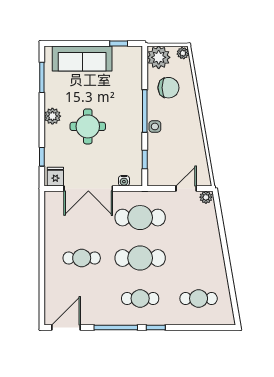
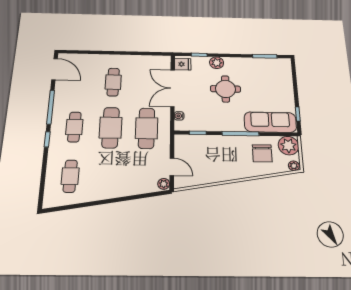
sofa: (82, 58) -> (270, 122), moved, turned 90
plant: (52, 116) -> (217, 63), moved
side table: (155, 126) -> (227, 142), removed

